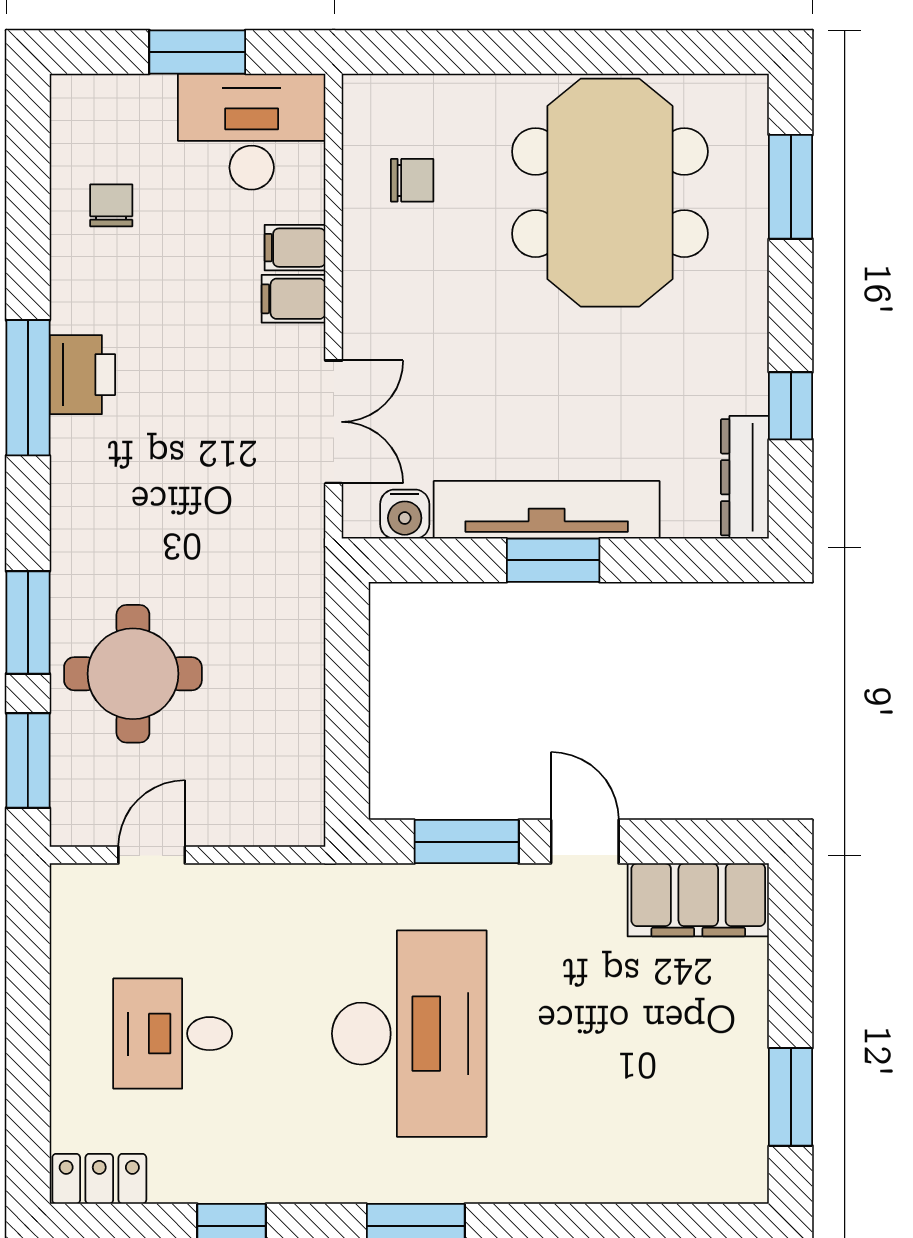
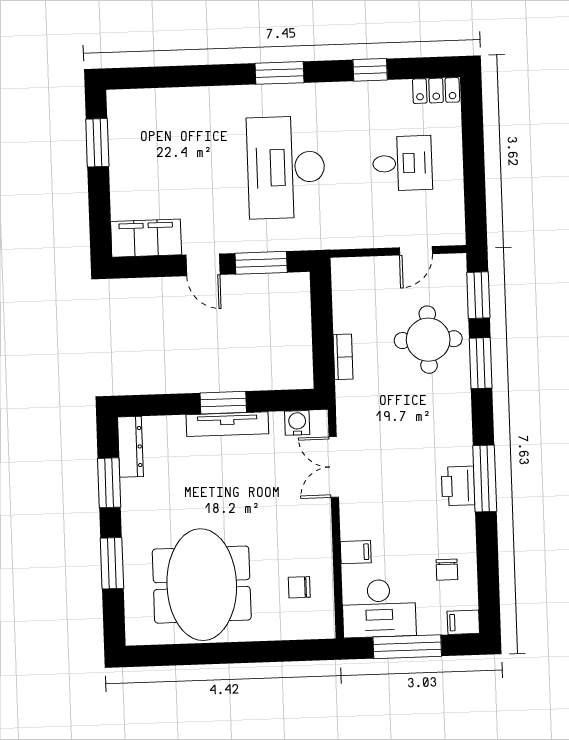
window: (197, 52) -> (407, 647), width x1.44
window: (791, 187) -> (112, 563), moved
filing cabinet: (293, 299) -> (463, 622), moved, turned 180
window: (791, 406) -> (109, 483), width x1.50
tv unit: (547, 510) -> (227, 424), width x0.73, depth x0.78
bookcase: (307, 645) -> (343, 357), added

